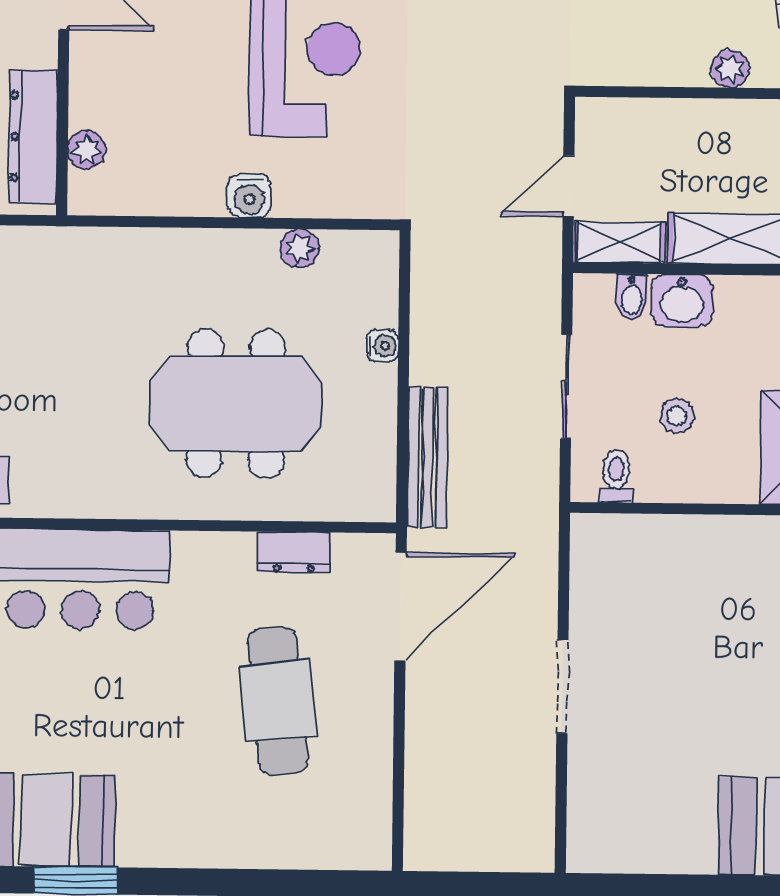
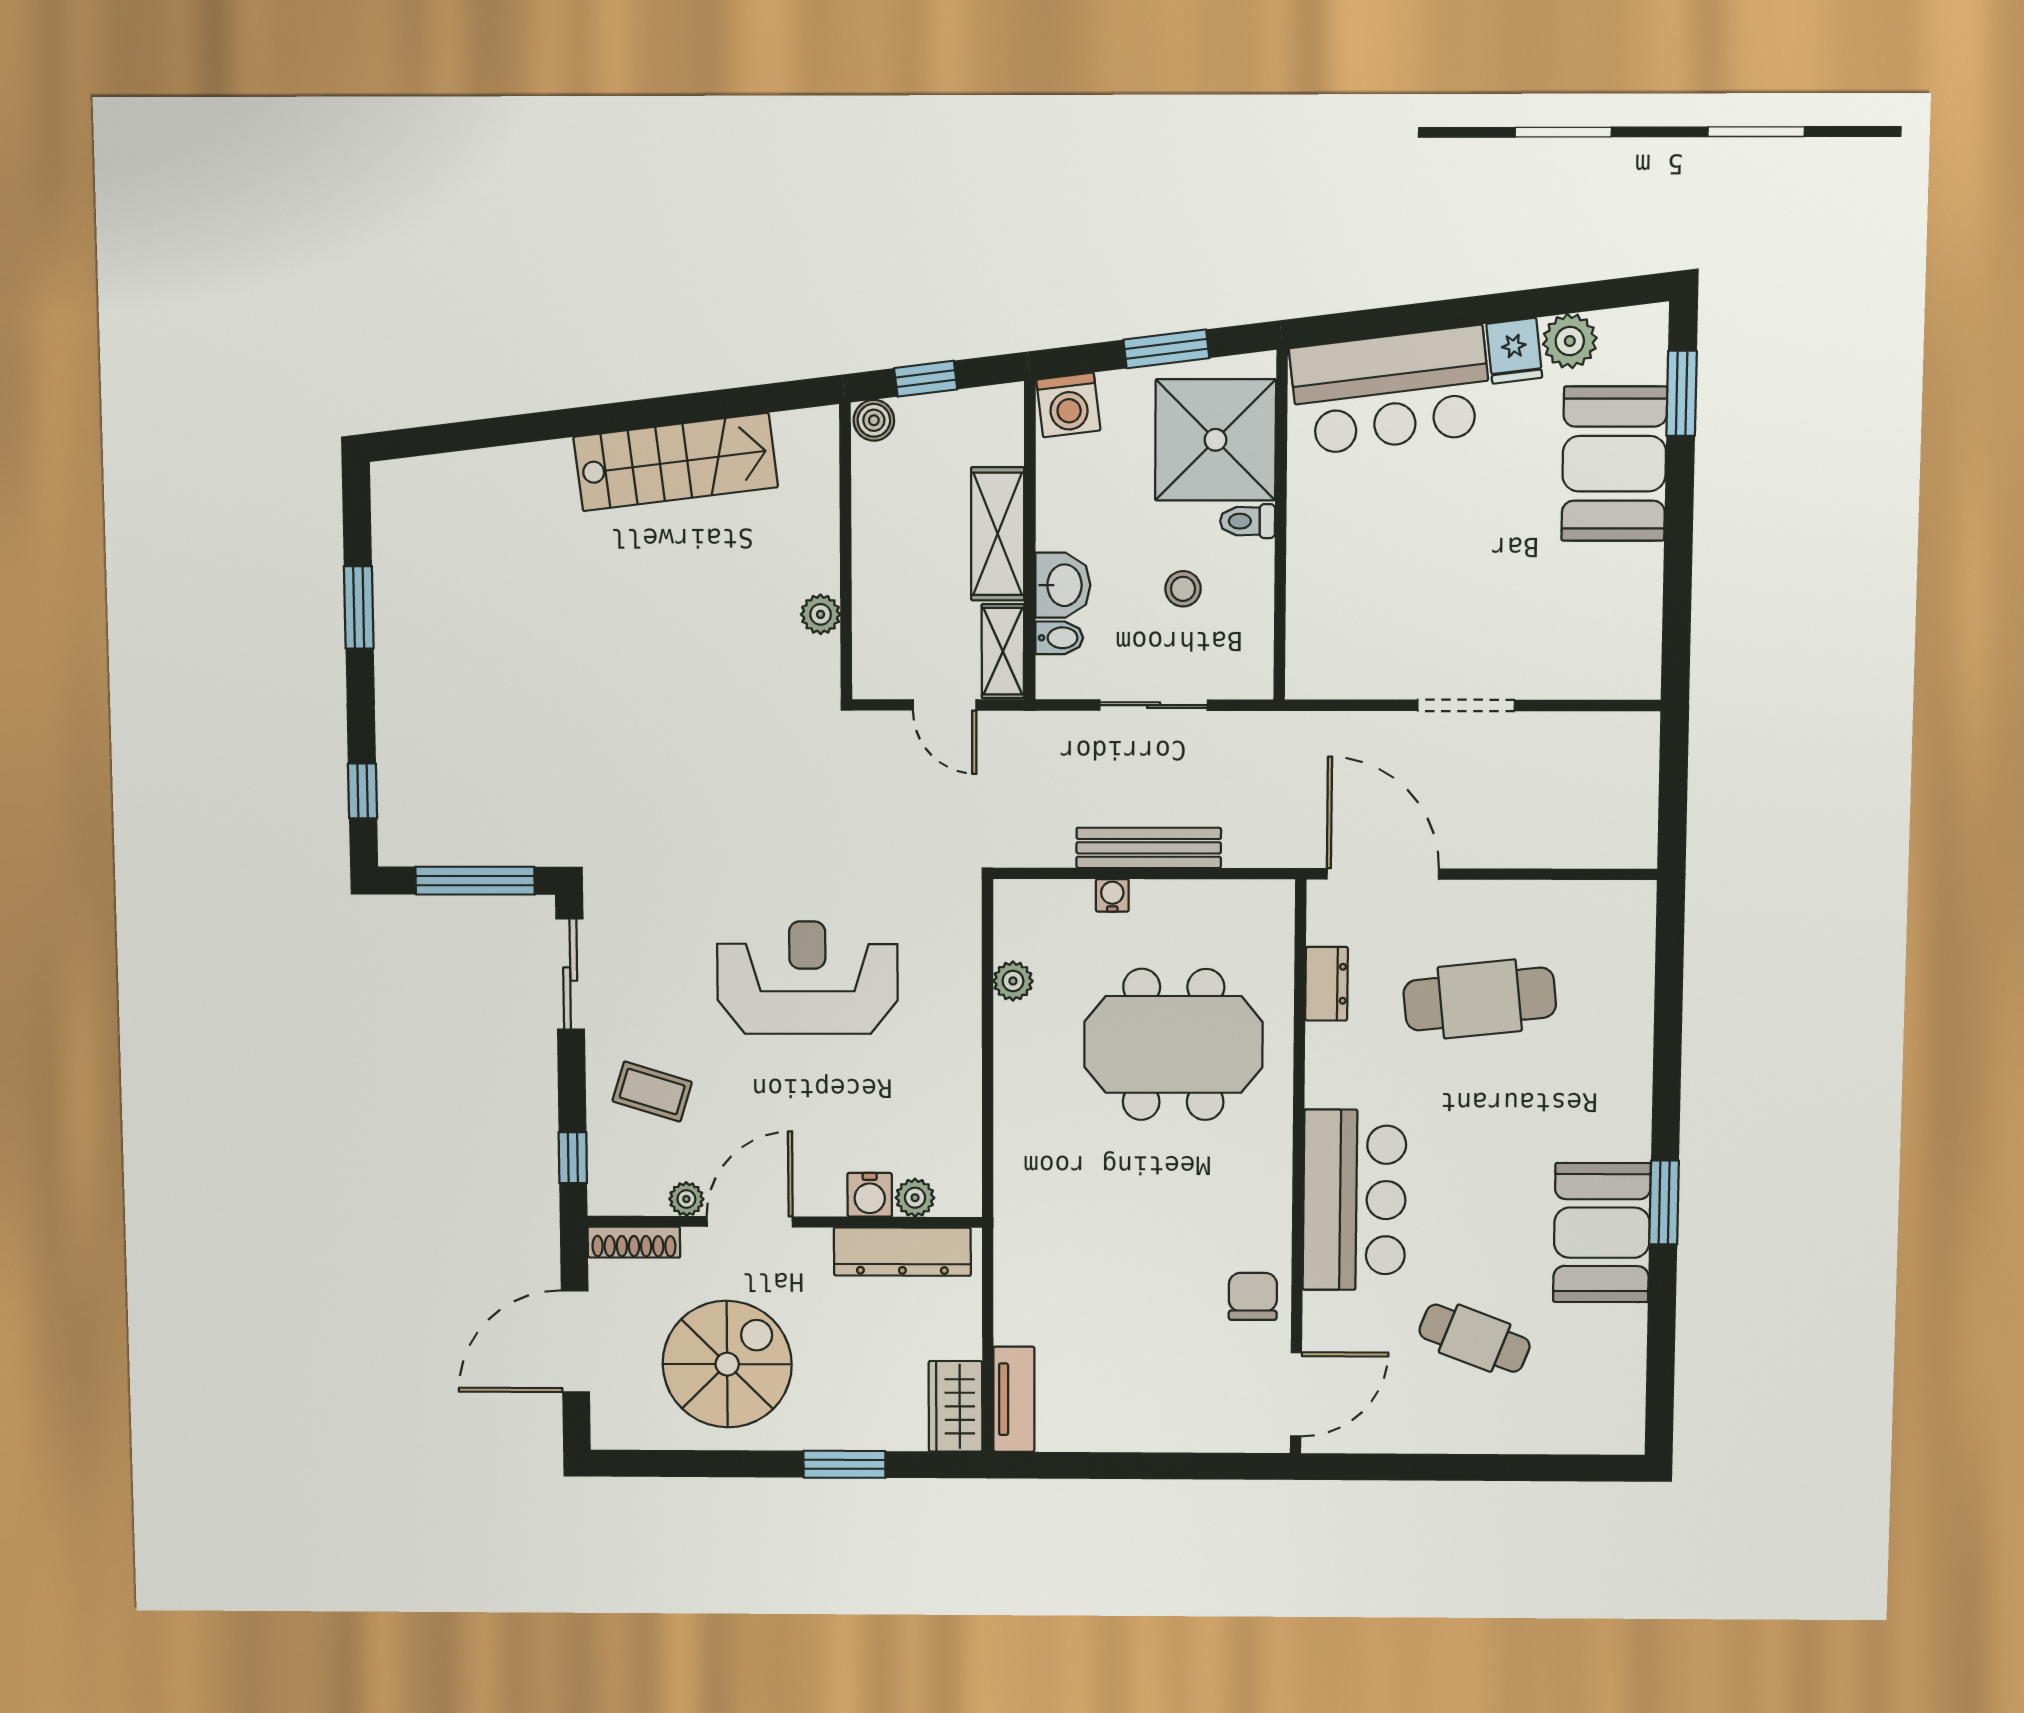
plant: (730, 69) -> (821, 614), moved
water cooler: (249, 196) -> (870, 1195), moved, turned 90
meeting table: (236, 404) -> (1173, 1044), turned 90
bench: (427, 458) -> (1149, 848), moved
toilet: (616, 476) -> (1248, 521), moved

